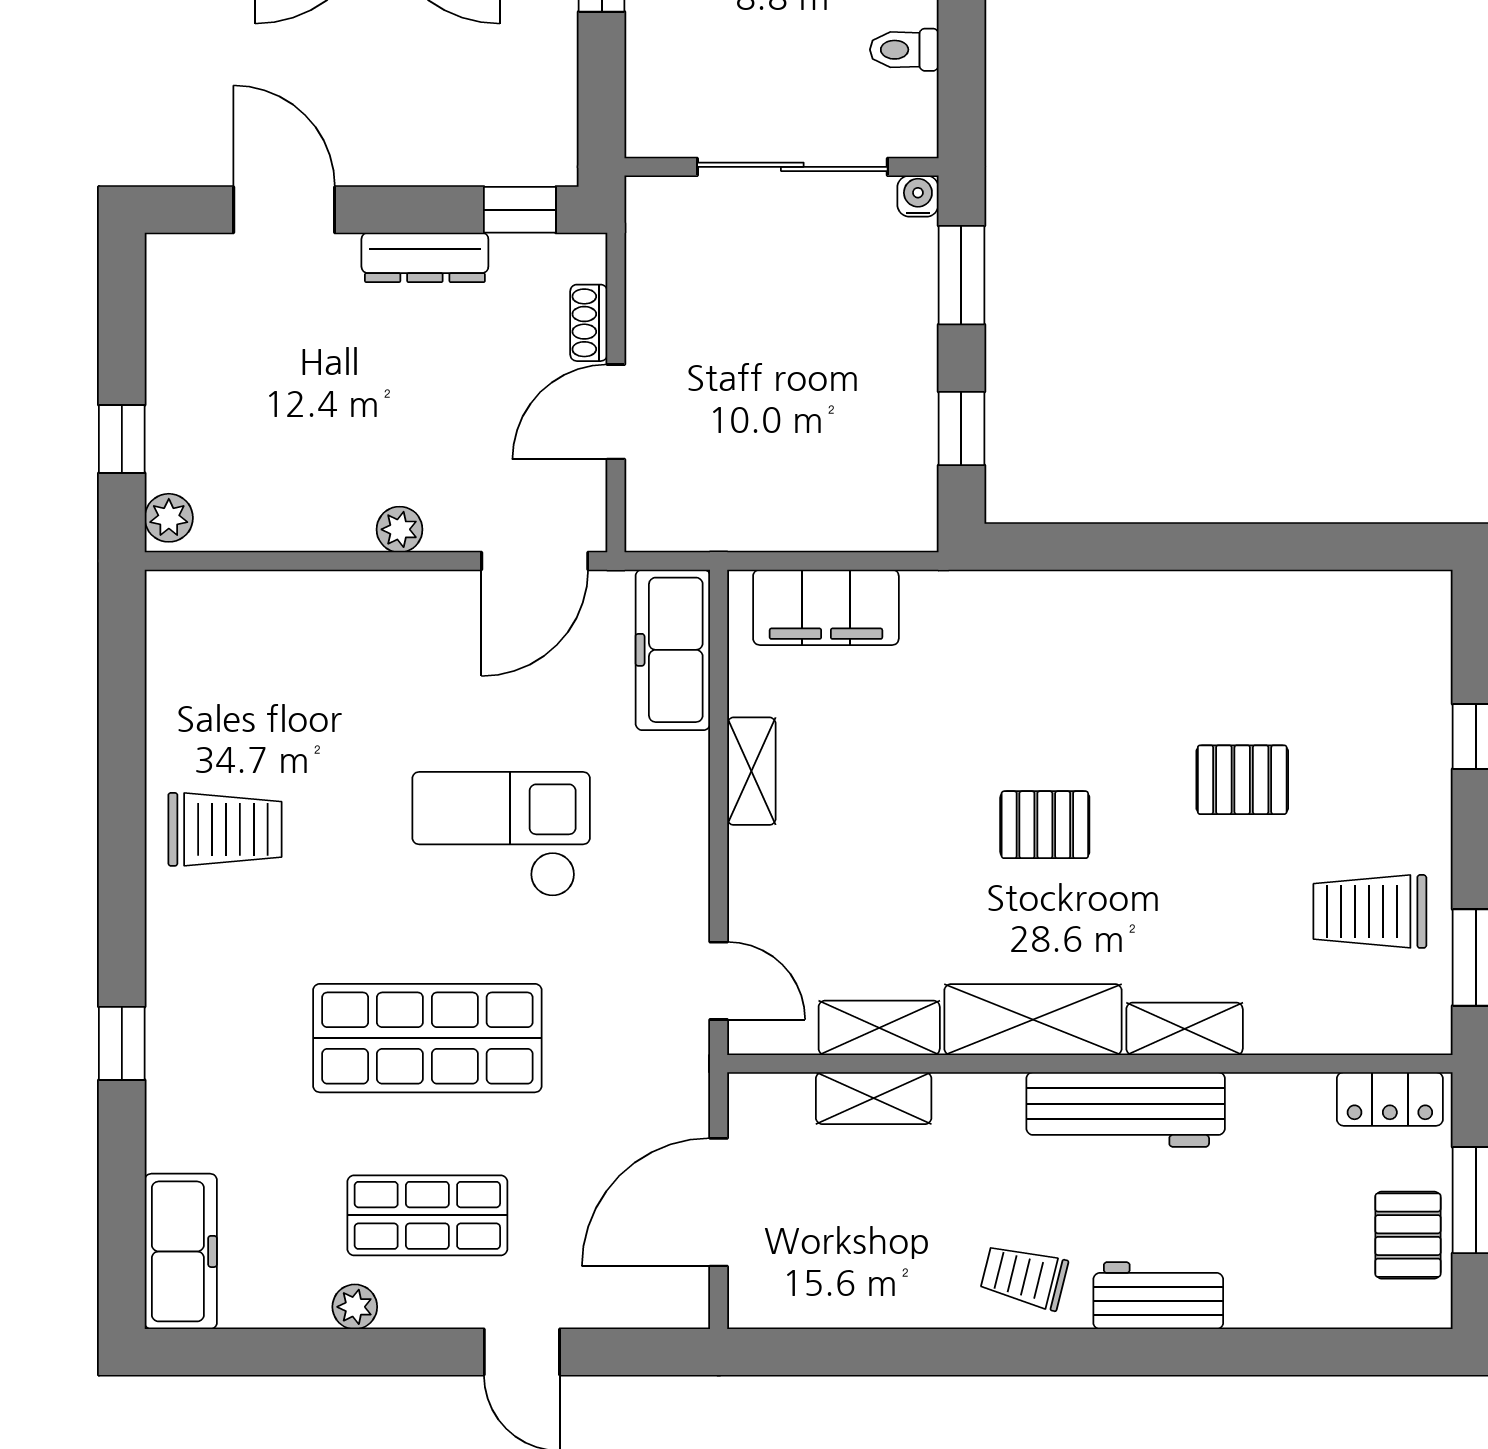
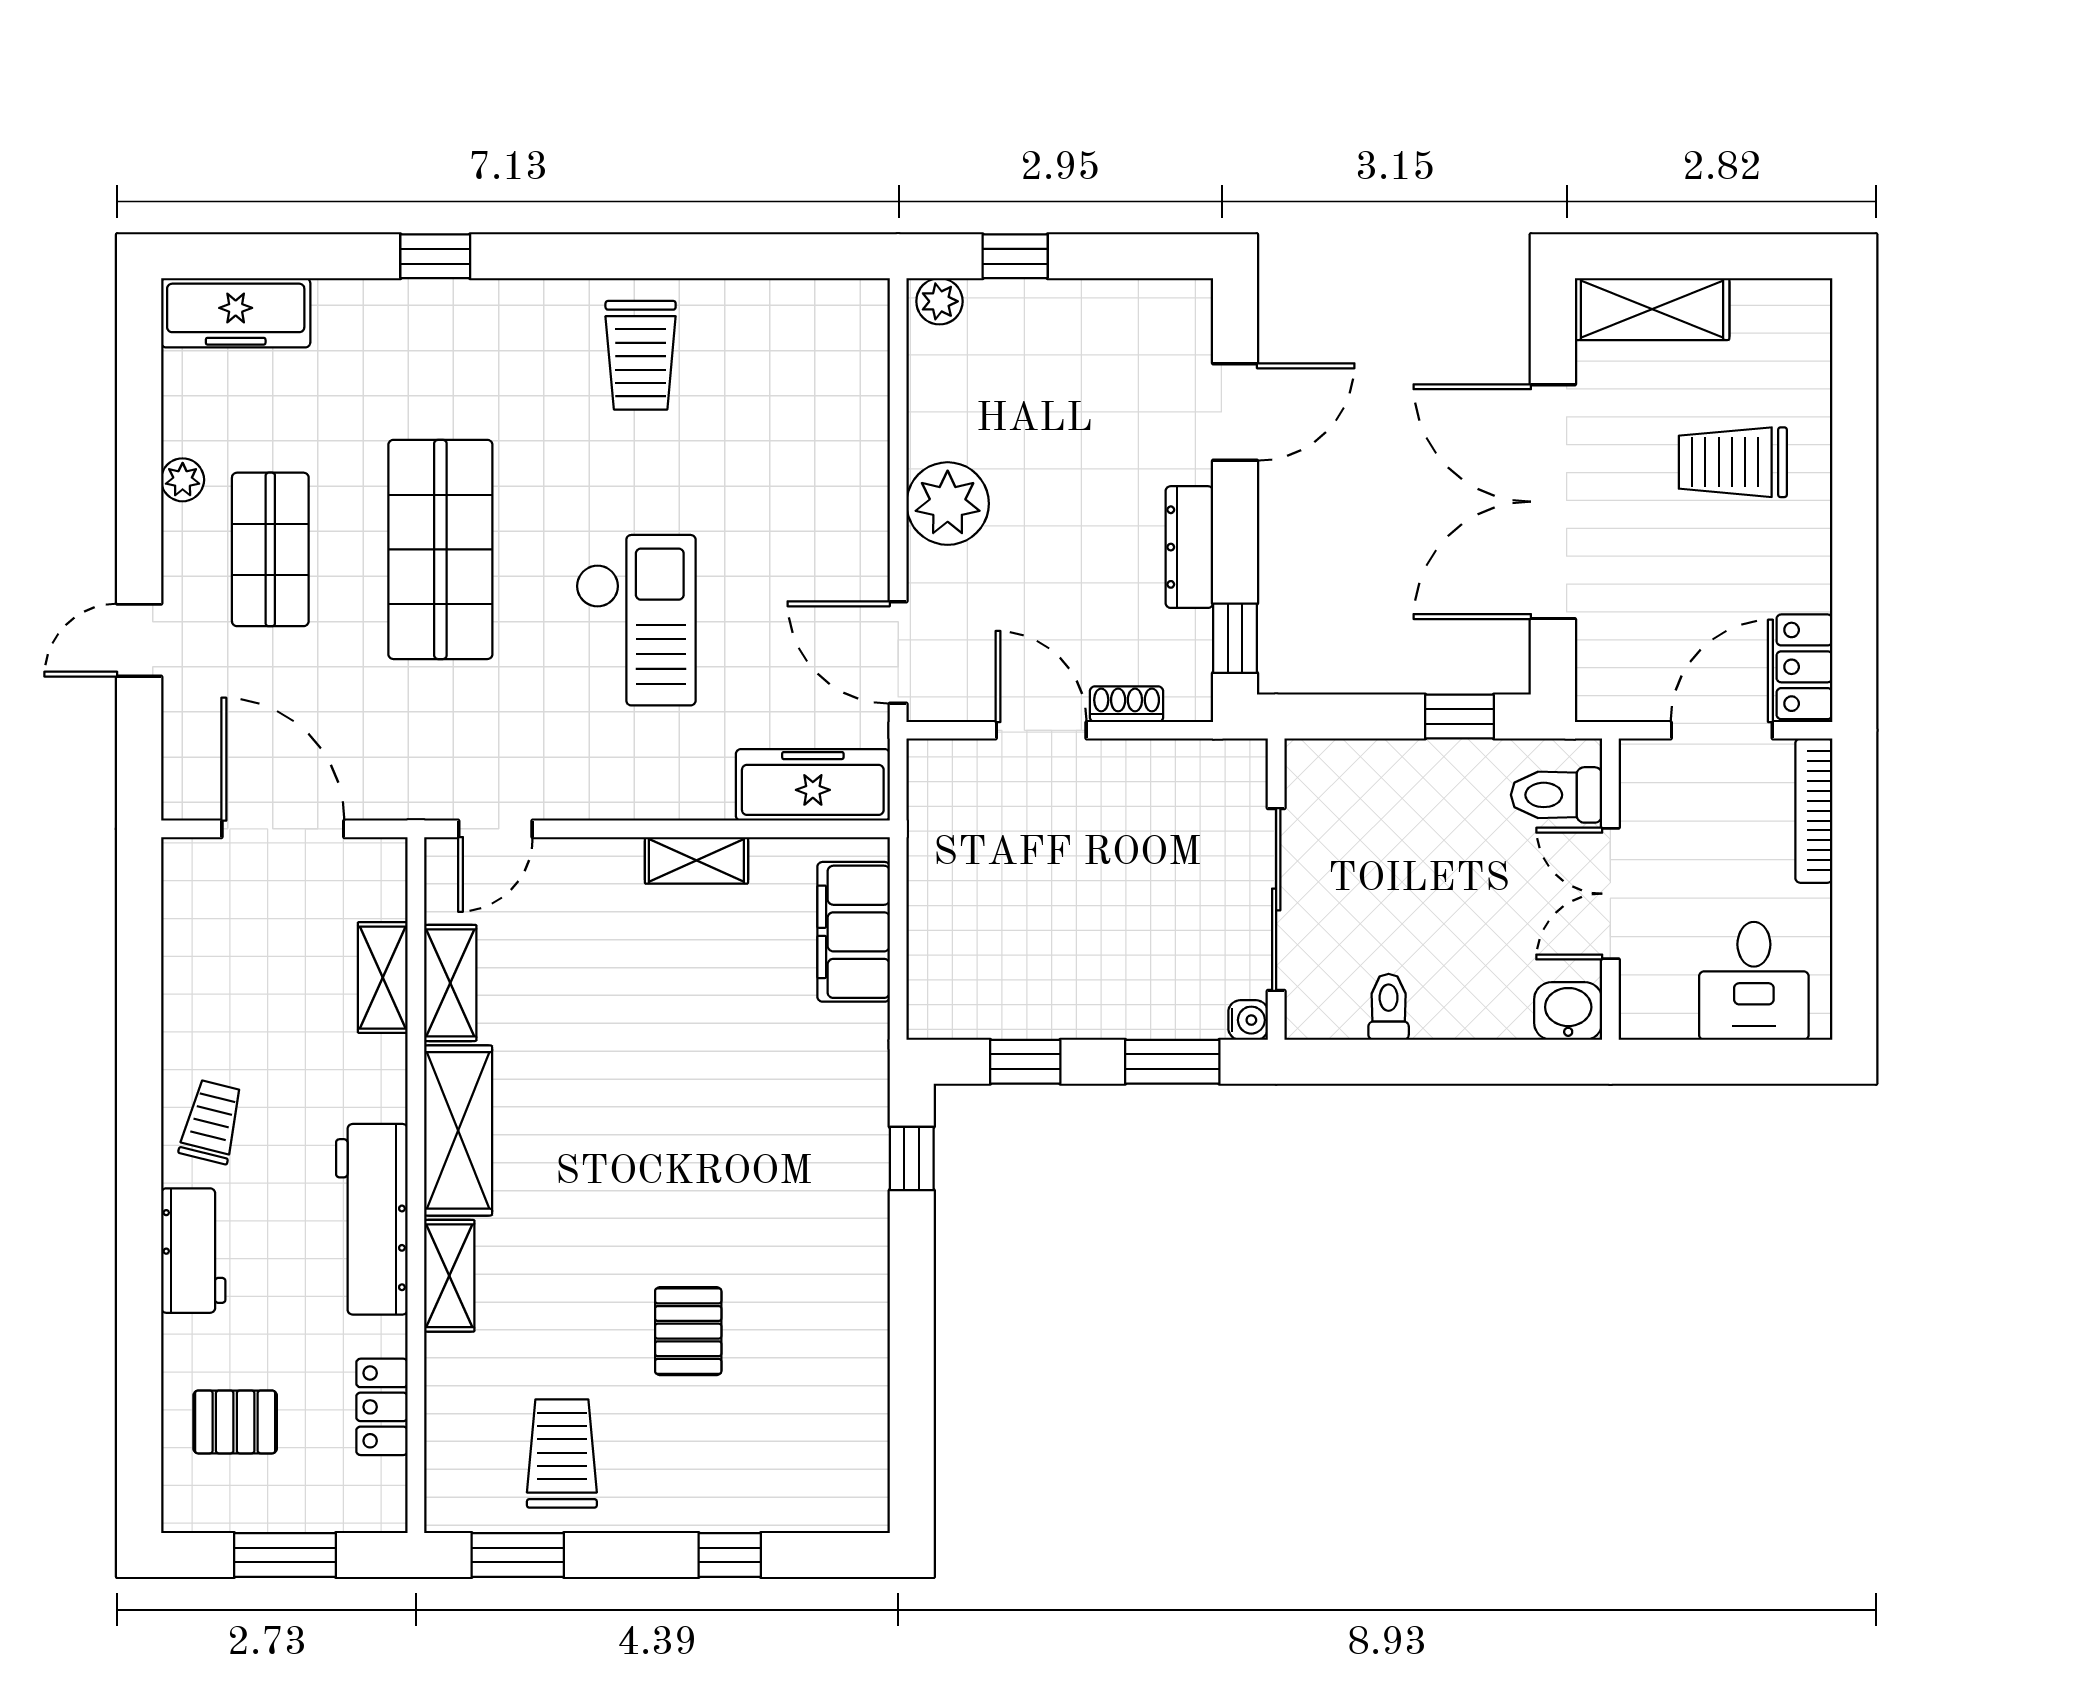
plant: (400, 529) -> (948, 504), width x1.87, depth x1.87
window: (1062, 547) -> (912, 1159), added
pallet: (1045, 825) -> (645, 1142), removed
locker: (1390, 1099) -> (382, 1407), moved
pallet: (1408, 1235) -> (235, 1422), moved

